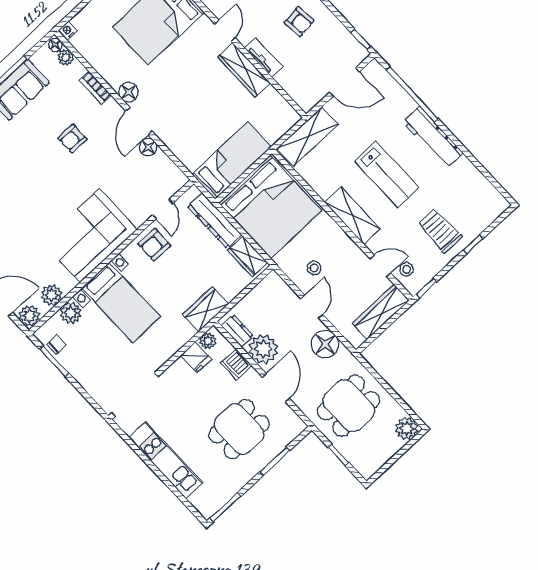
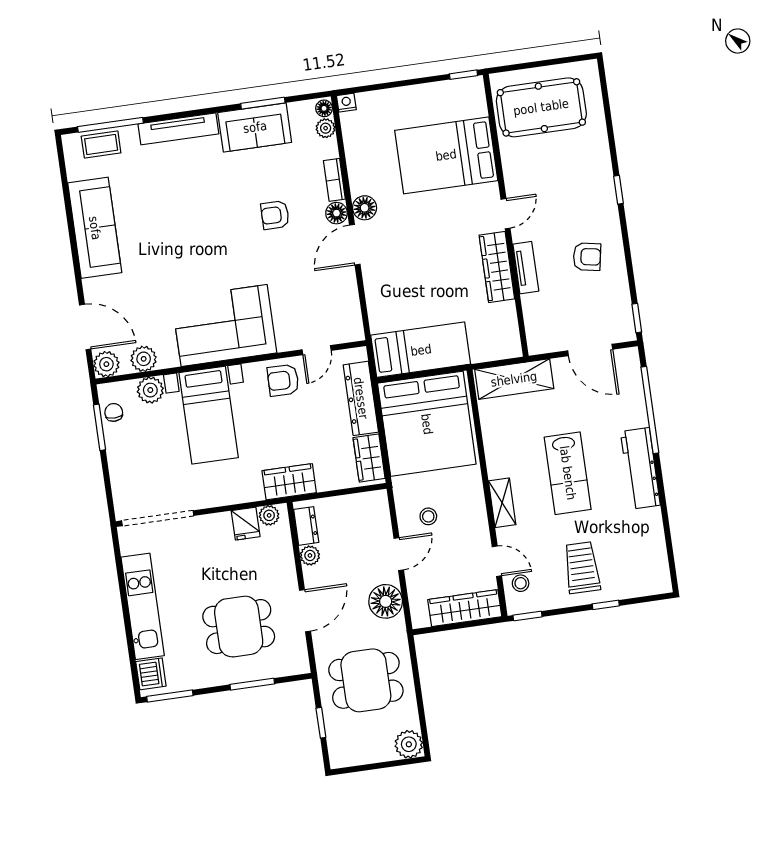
armchair: (299, 22) -> (587, 257), turned -74
floor lamp: (148, 147) -> (337, 213), moved
shelving: (352, 216) -> (502, 503), width x0.67, depth x0.75
chair: (57, 345) -> (114, 412), turned -90
plant: (263, 349) -> (310, 555), width x0.53, depth x0.53
dishwasher: (236, 364) -> (151, 674), moved, turned 180

